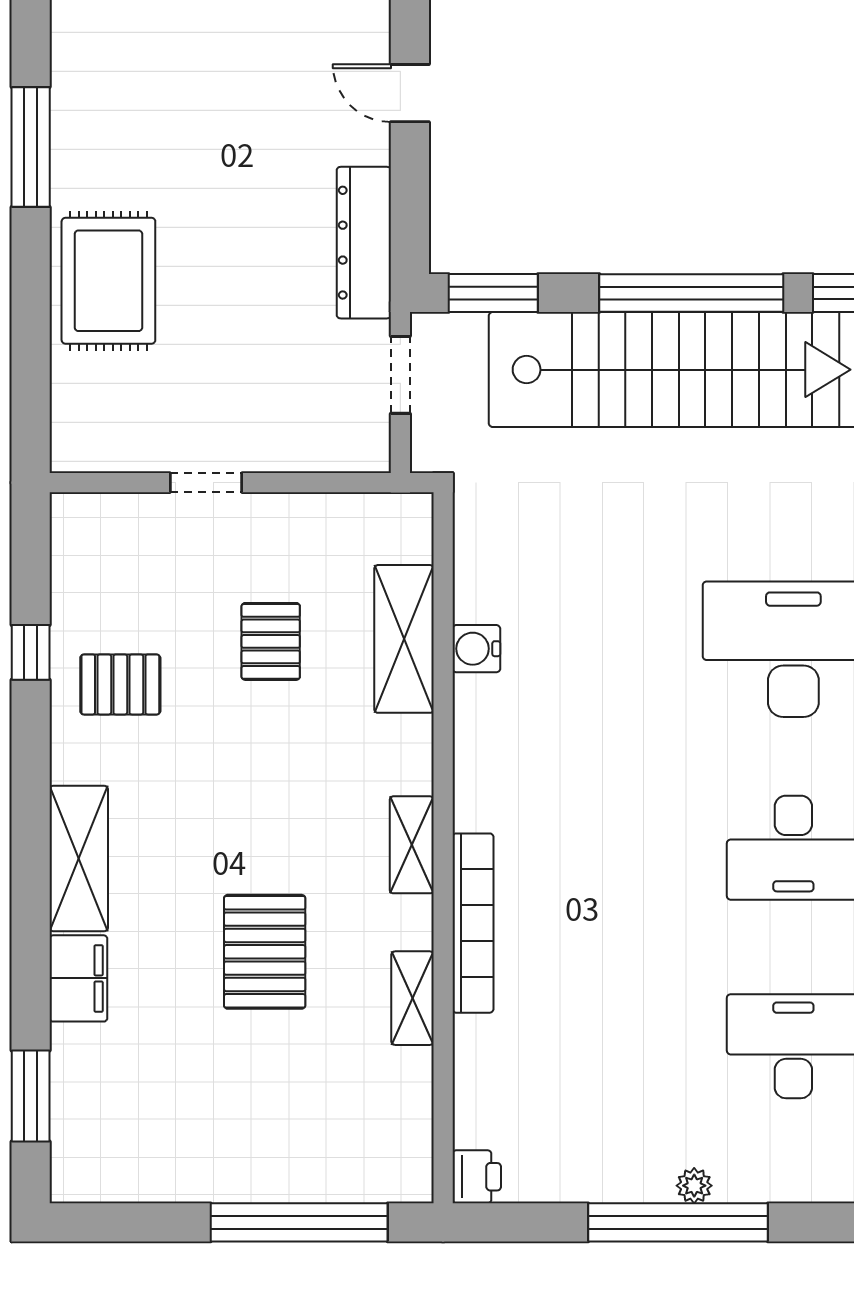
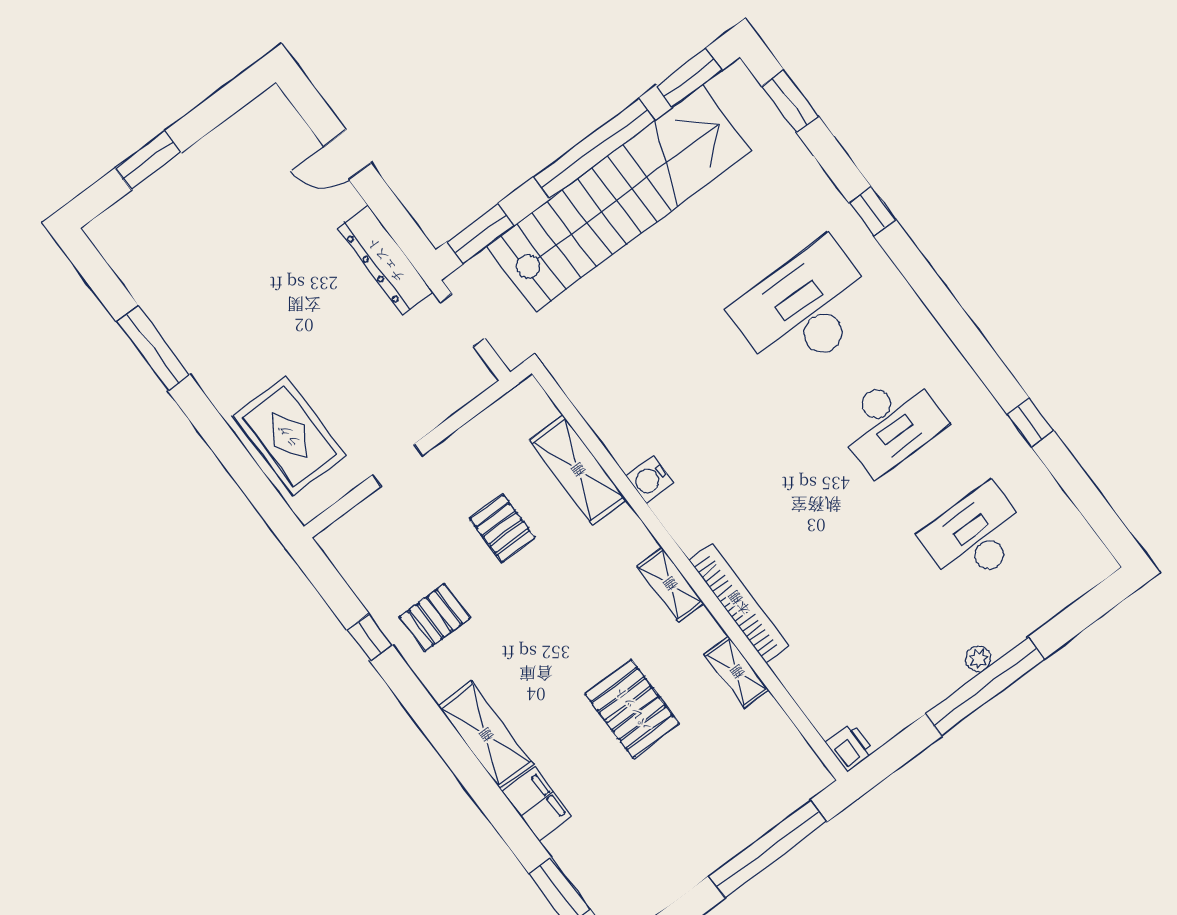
rug: (108, 281) -> (289, 436), moved
water cooler: (476, 649) -> (650, 479), moved

